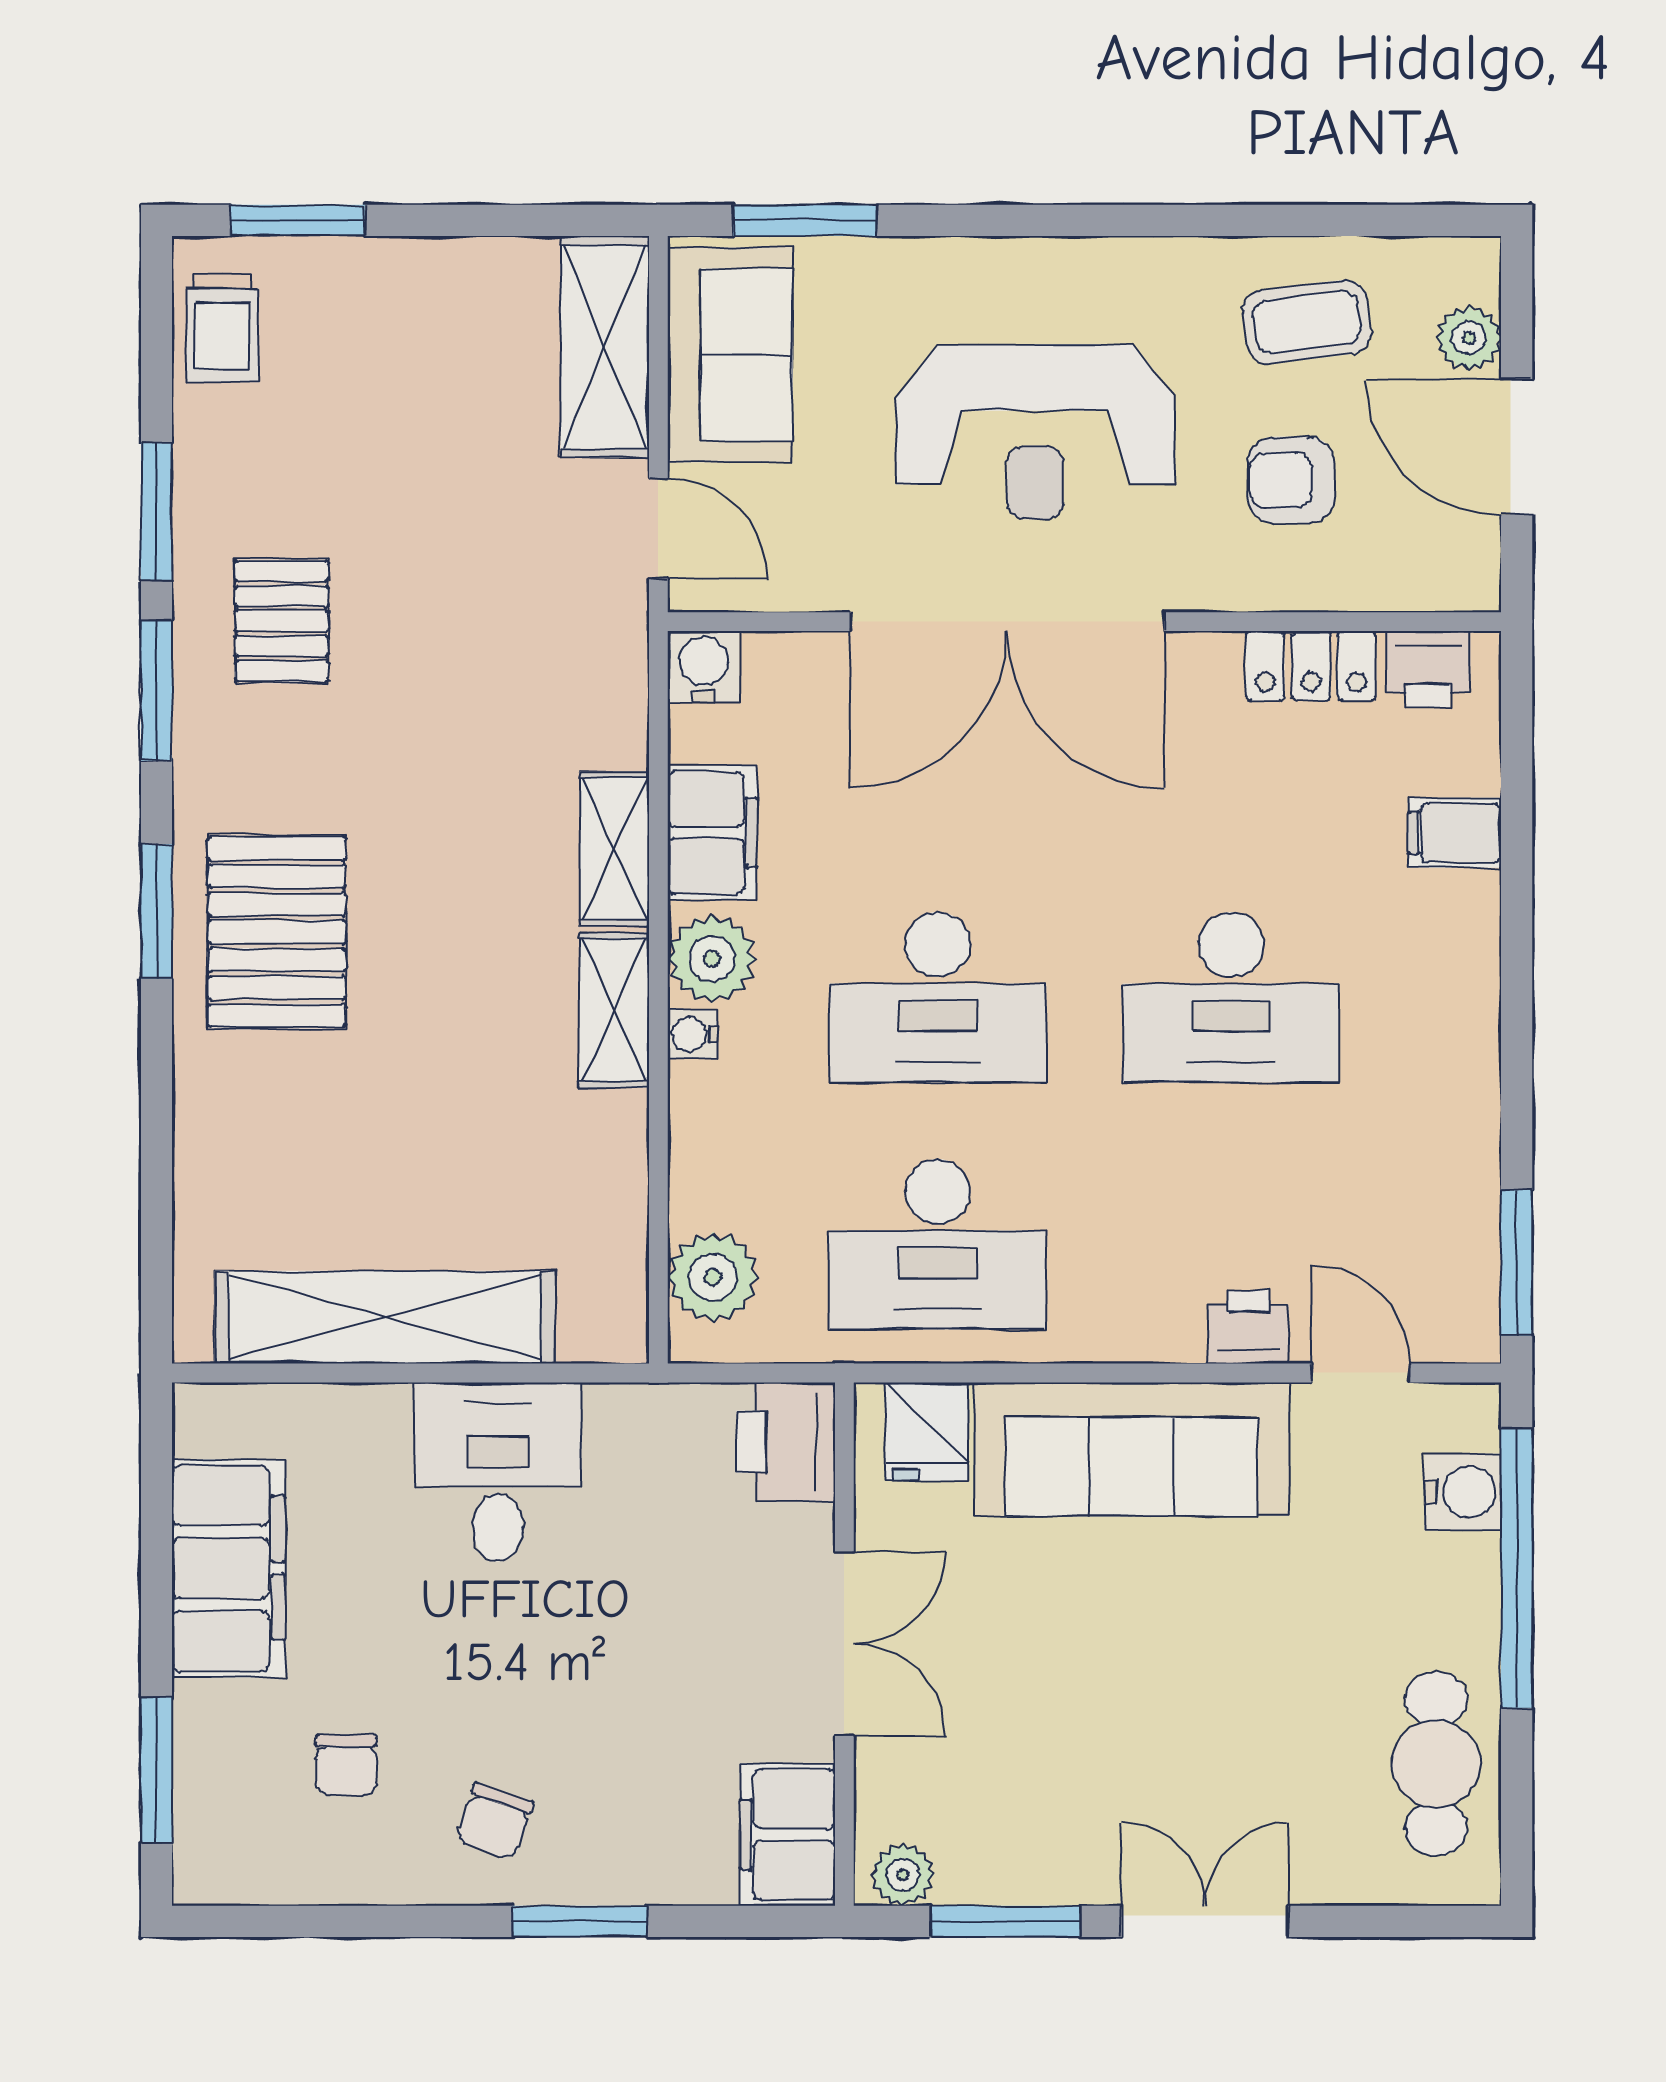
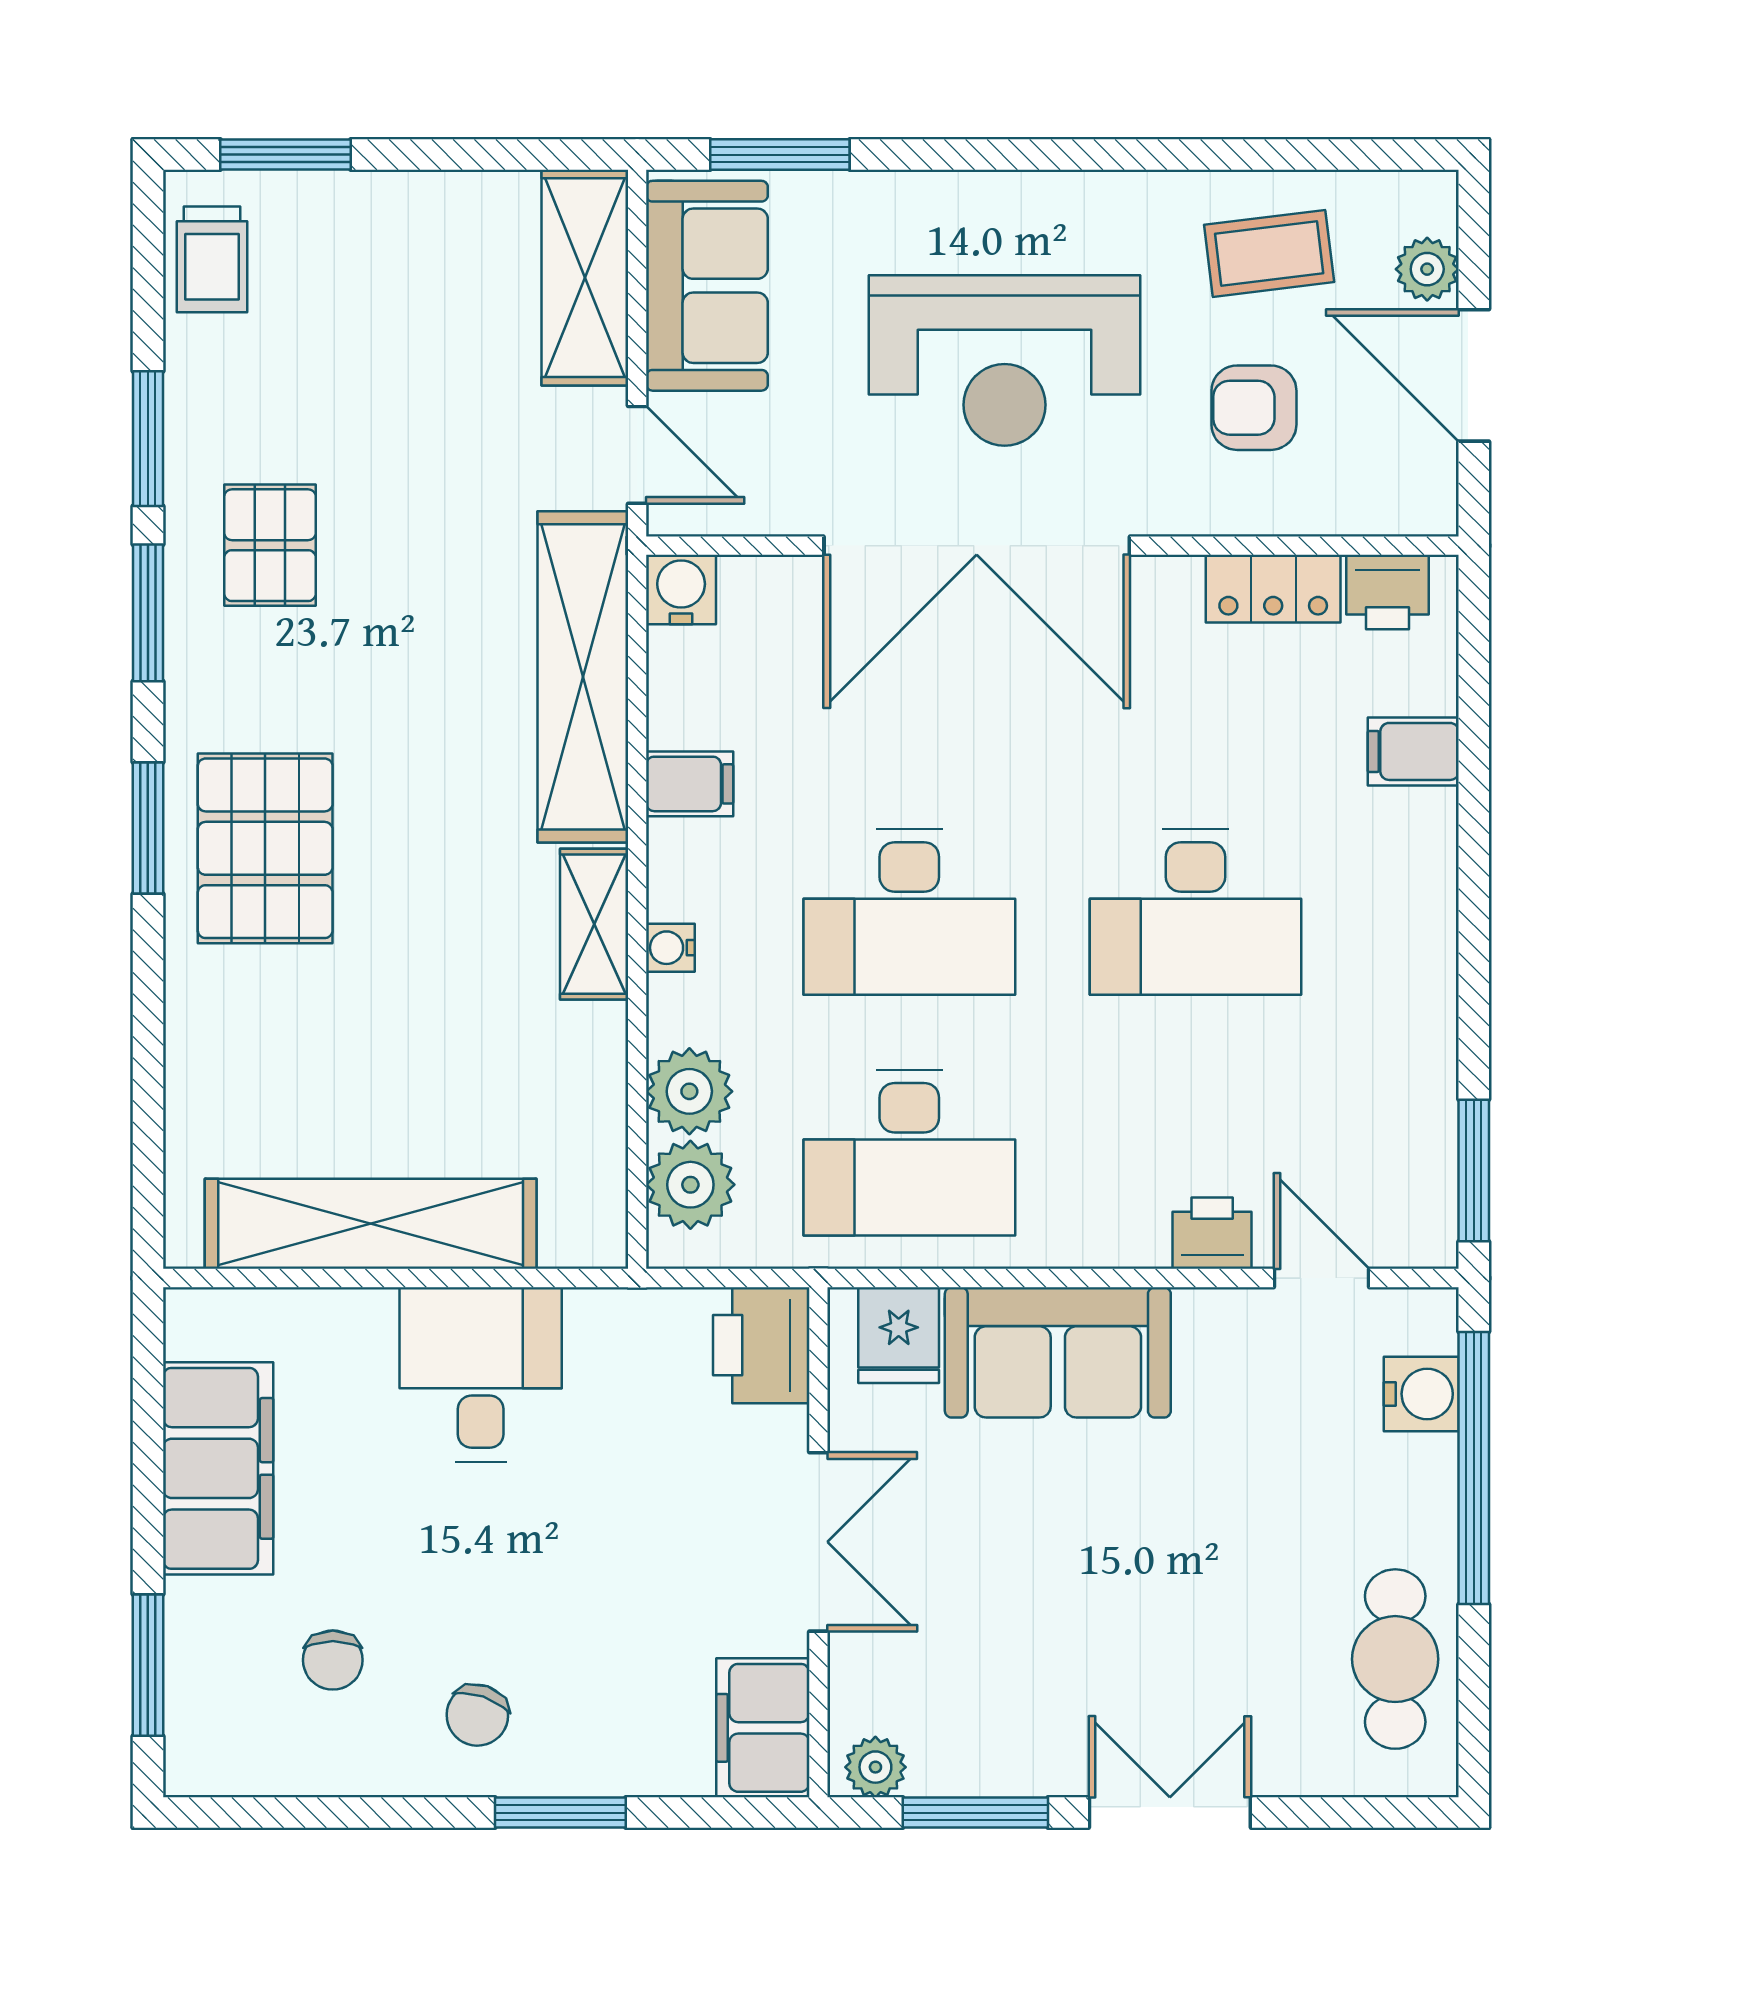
filing cabinet: (712, 833) -> (690, 784), width x0.50
shelving: (614, 849) -> (583, 677), width x2.20, depth x1.33
plant: (712, 959) -> (689, 1091), moved
sofa: (1132, 1449) -> (1058, 1352), width x0.73

